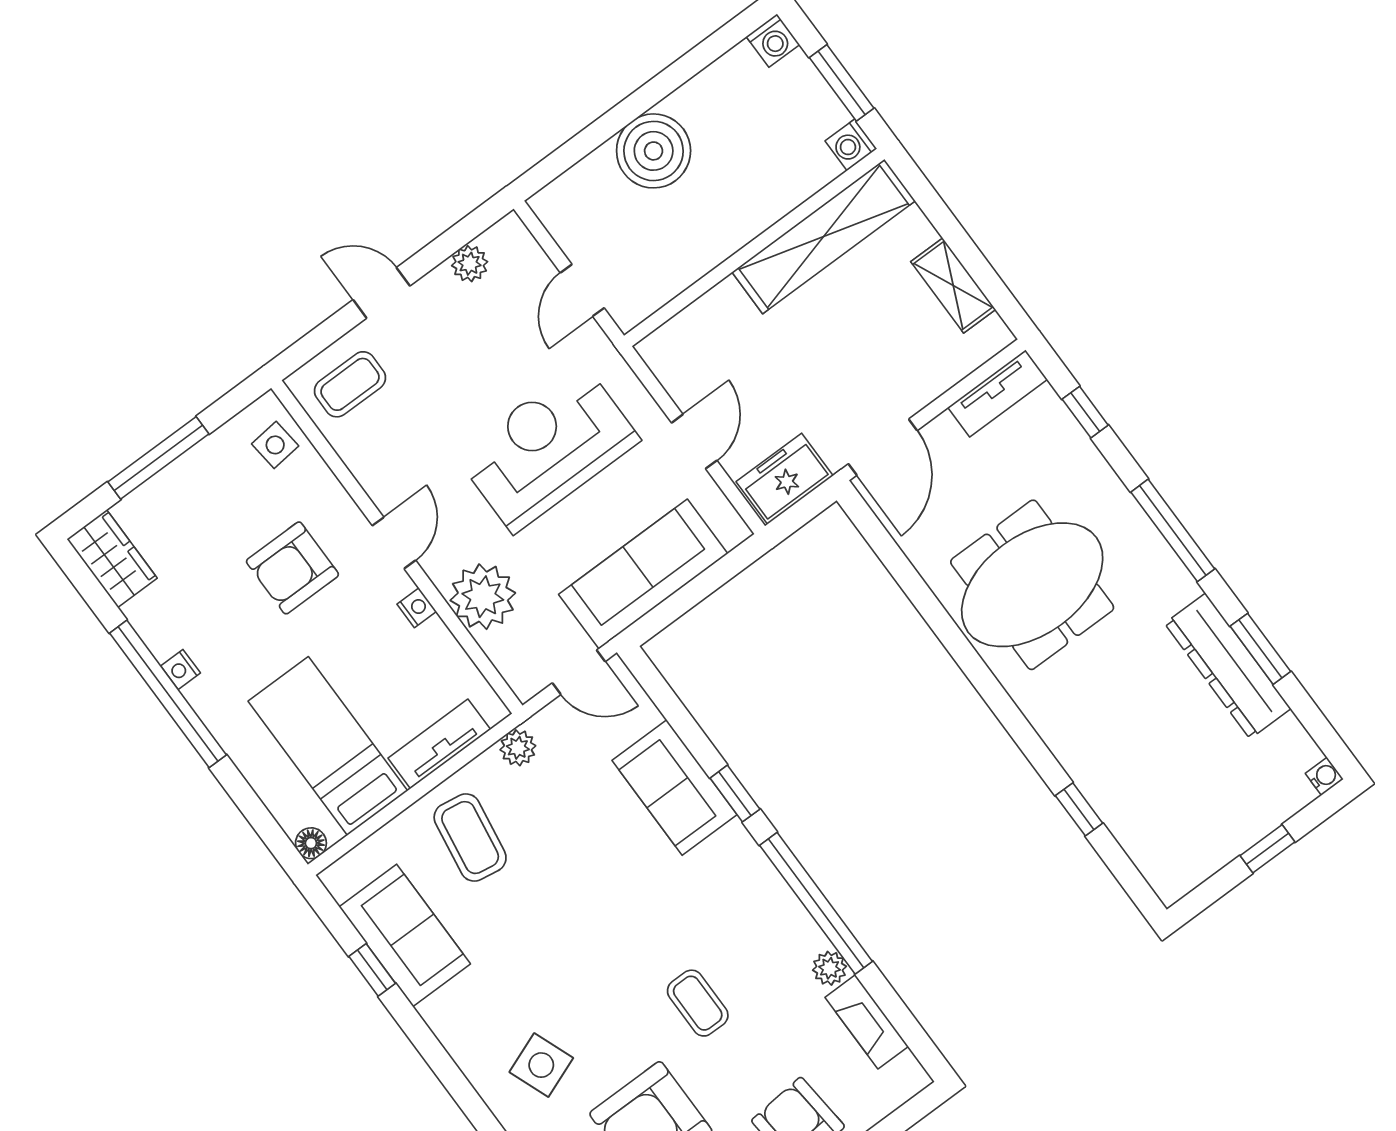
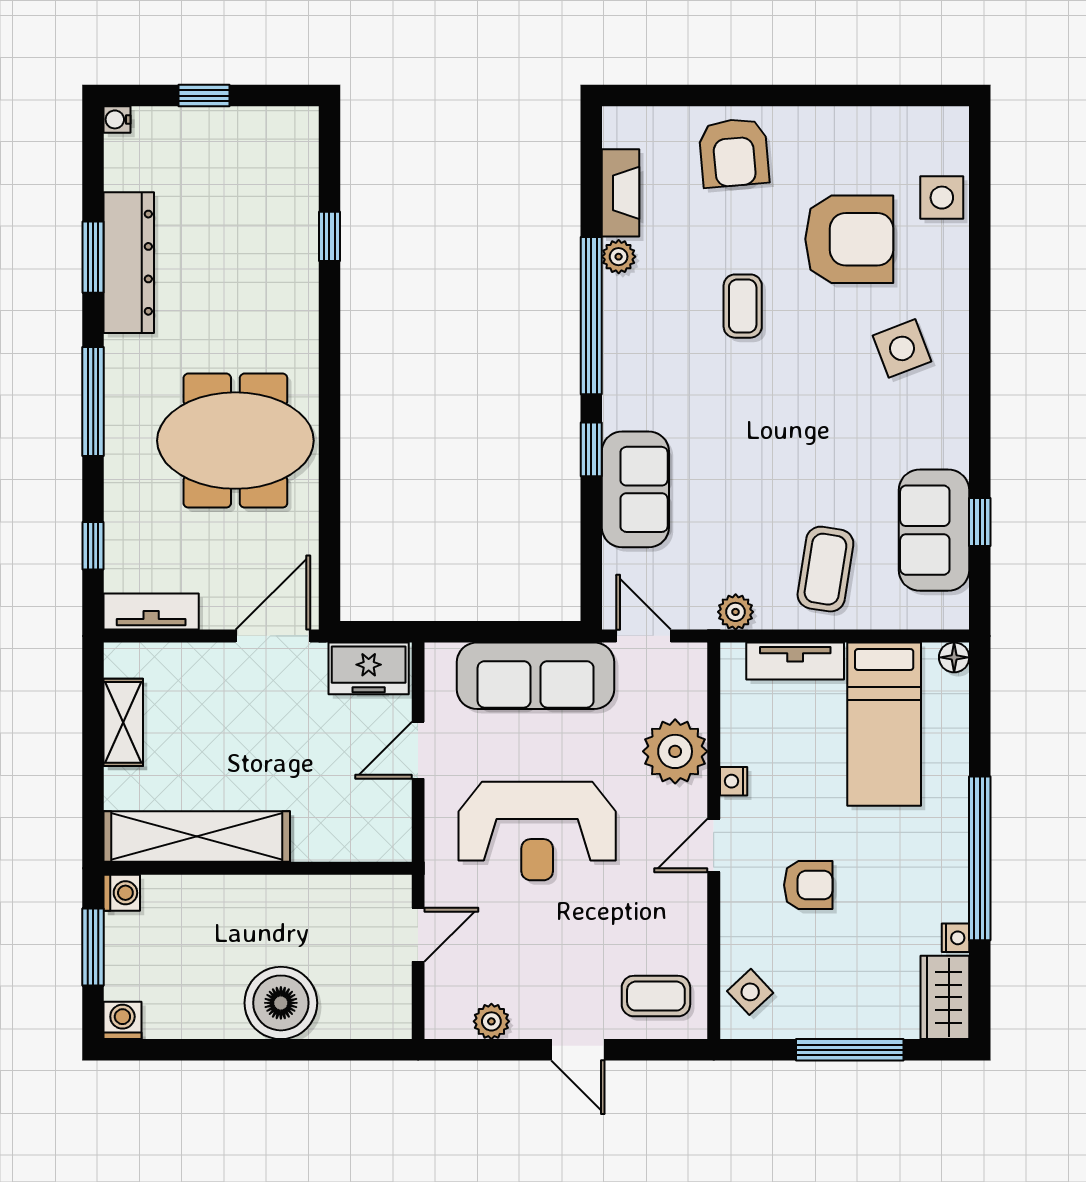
side table: (275, 445) -> (750, 992), turned -37
armchair: (292, 568) -> (808, 885), width x0.72, depth x0.72
nightstand: (181, 669) -> (956, 938), moved

